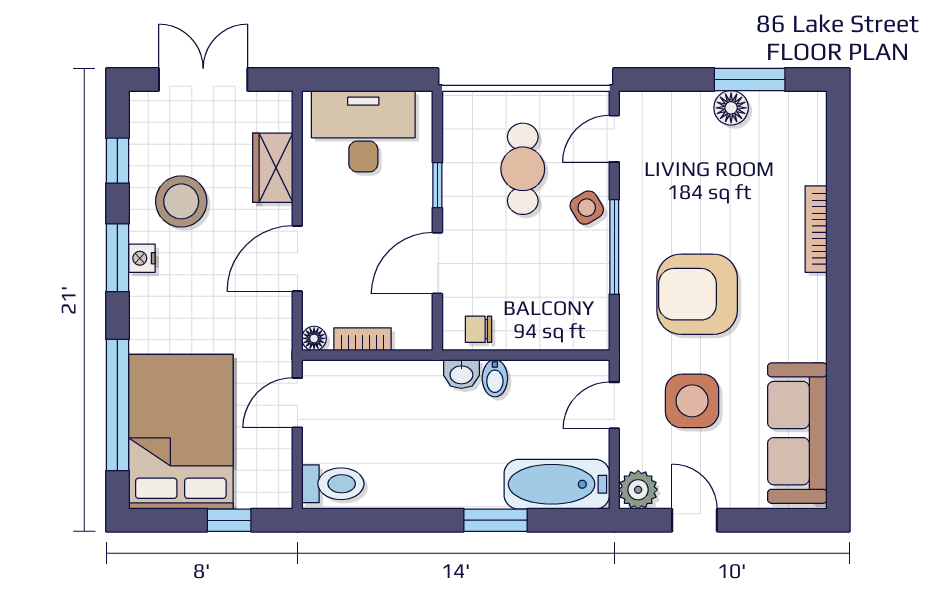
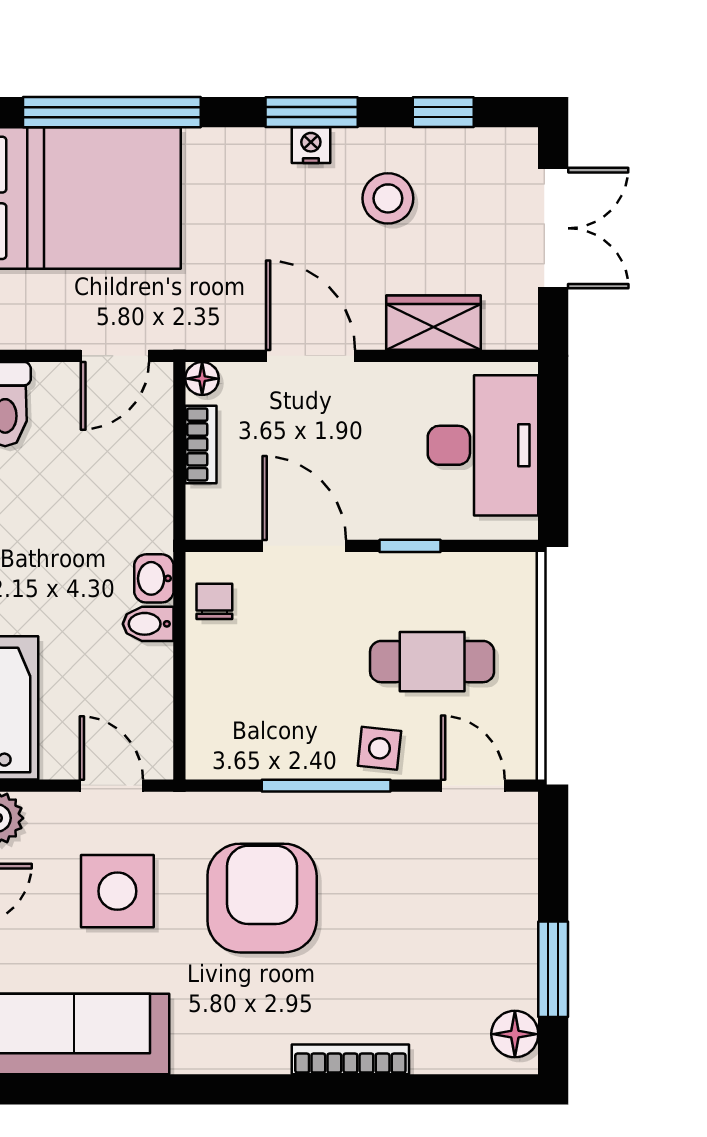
floor lamp: (731, 108) -> (515, 1034), moved
stool: (181, 201) -> (388, 198), width x0.73, depth x0.73
side table: (587, 208) -> (379, 748), turned 37
door: (297, 403) -> (115, 356), swing flipped

